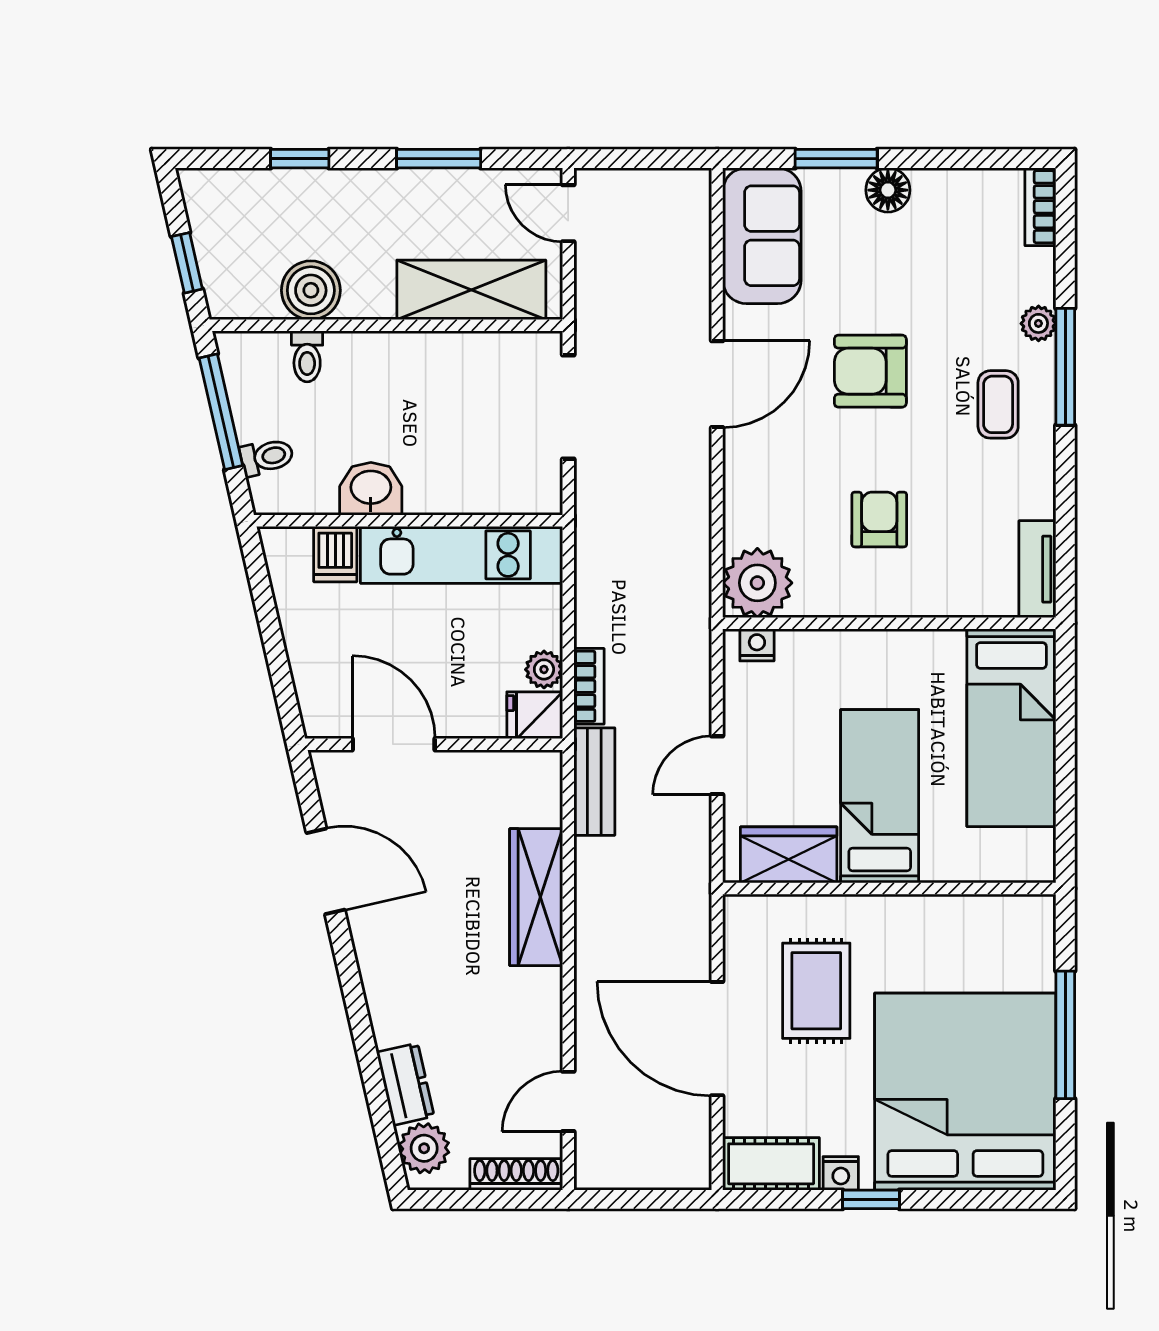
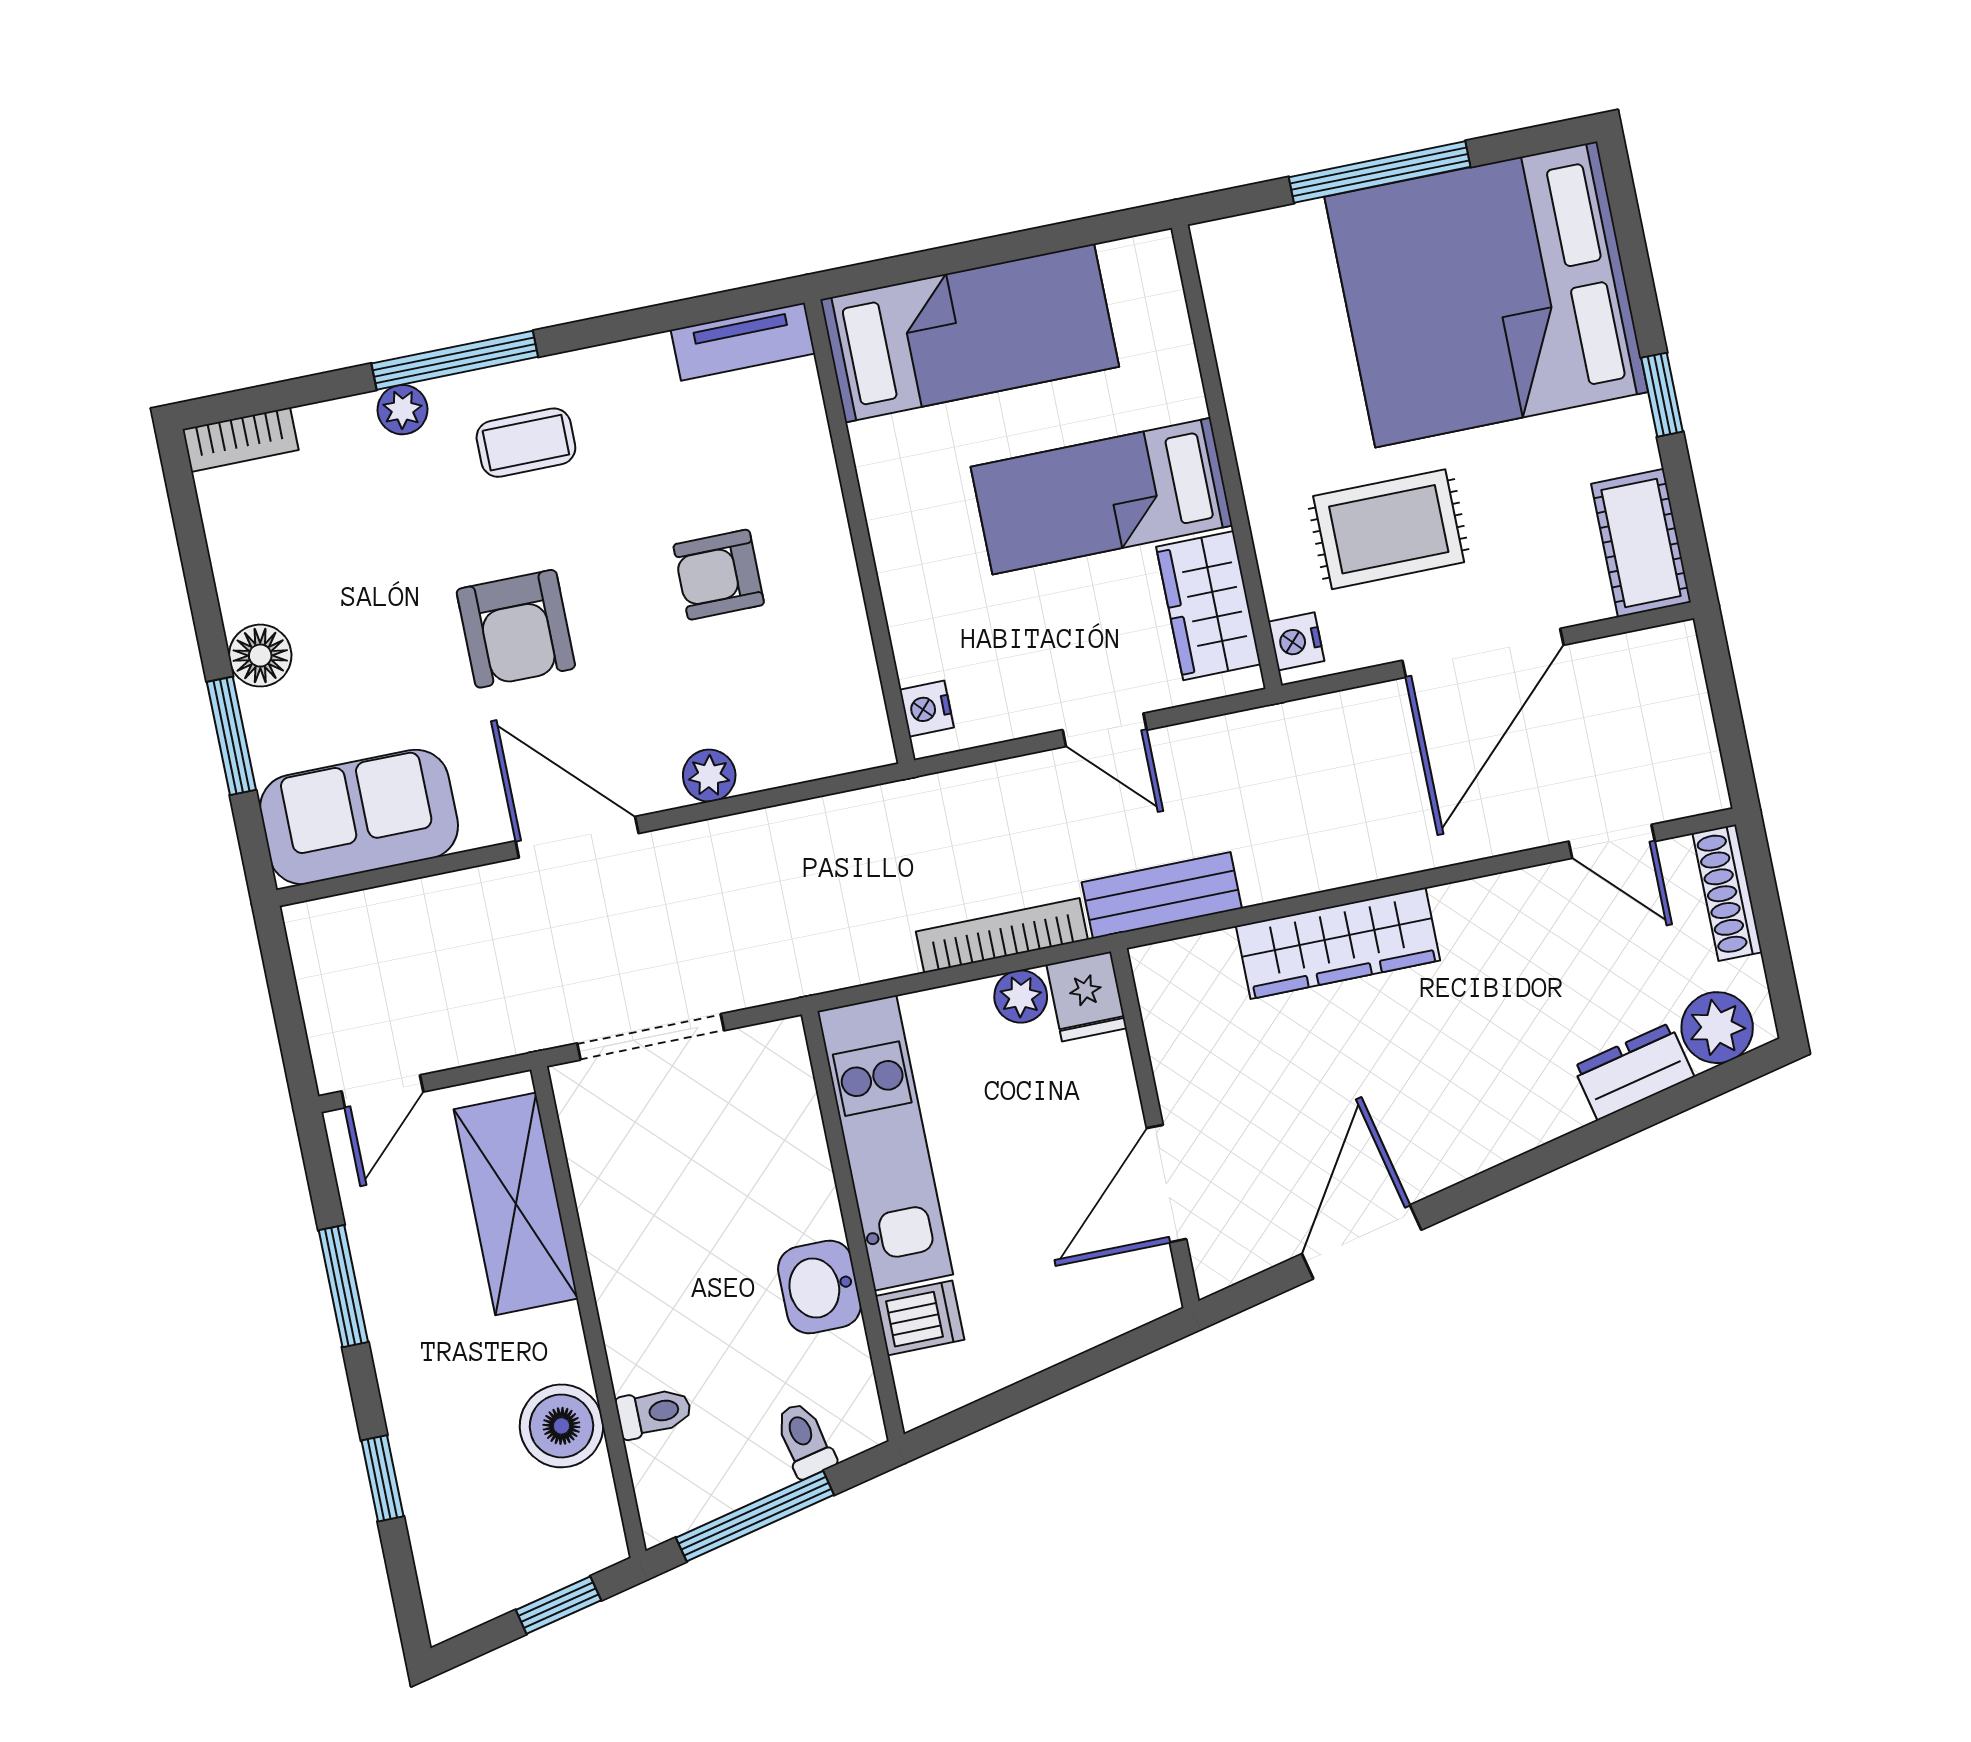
plant: (757, 583) -> (709, 776), moved, width x0.53, depth x0.53
bookcase: (589, 686) -> (1002, 936), width x1.56
nightstand: (841, 1173) -> (1296, 641), moved, turned 180

